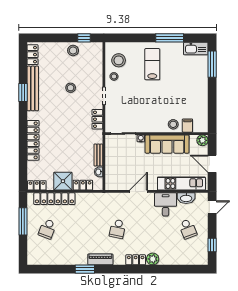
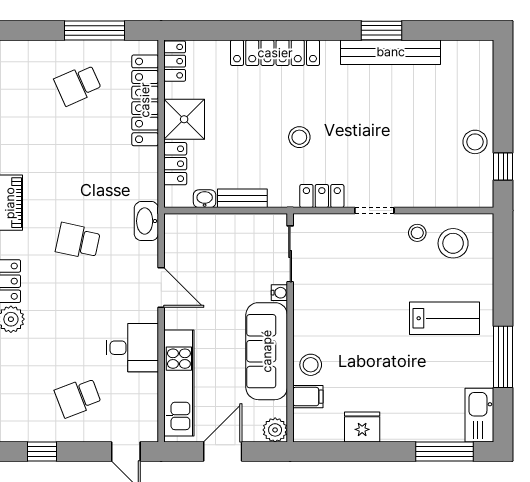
locker: (33, 55) -> (466, 52), removed
stool: (71, 88) -> (299, 137), moved
fridge: (201, 101) -> (362, 427), added
washbasin: (186, 198) -> (146, 221), moved
school desk: (47, 229) -> (78, 85), turned -45

